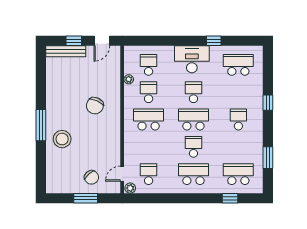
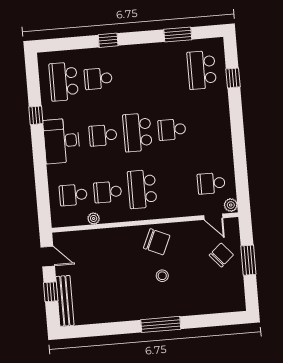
chair: (95, 106) -> (157, 242), moved
school desk: (238, 120) -> (98, 79), moved
stool: (62, 139) -> (162, 276), moved, width x0.53, depth x0.53
school desk: (193, 174) -> (206, 127), removed

